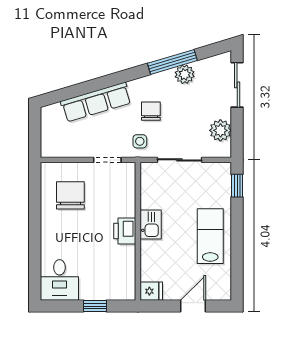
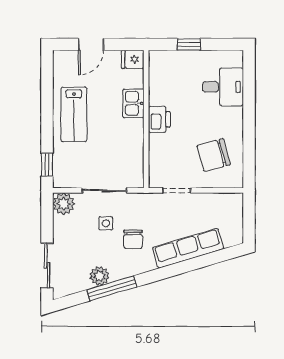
plant: (220, 130) -> (64, 204), moved
side table: (140, 141) -> (106, 223), moved
chair: (70, 195) -> (214, 155), turned 75
kitchen sink: (151, 224) -> (133, 103), moved
desk: (59, 280) -> (223, 87), moved, turned 90

